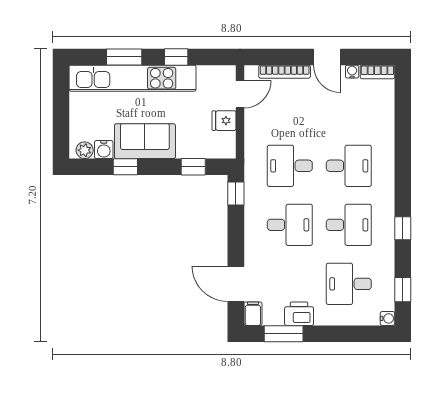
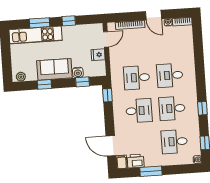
kitchen unit: (132, 78) -> (36, 35), width x0.73
water cooler: (104, 150) -> (78, 72), moved
desk: (349, 166) -> (170, 75), turned 180
desk: (349, 225) -> (172, 108), turned 180
printer: (299, 314) -> (136, 161), moved
window: (284, 334) -> (151, 171), moved

